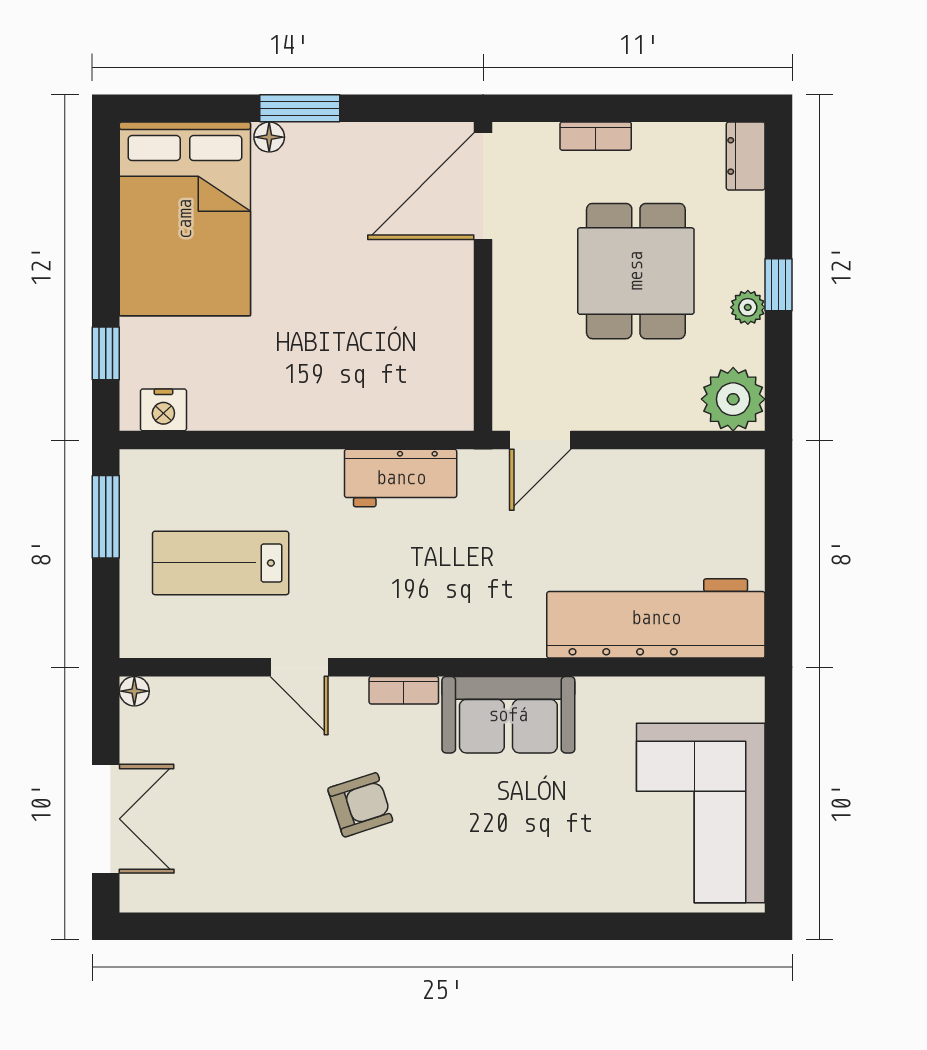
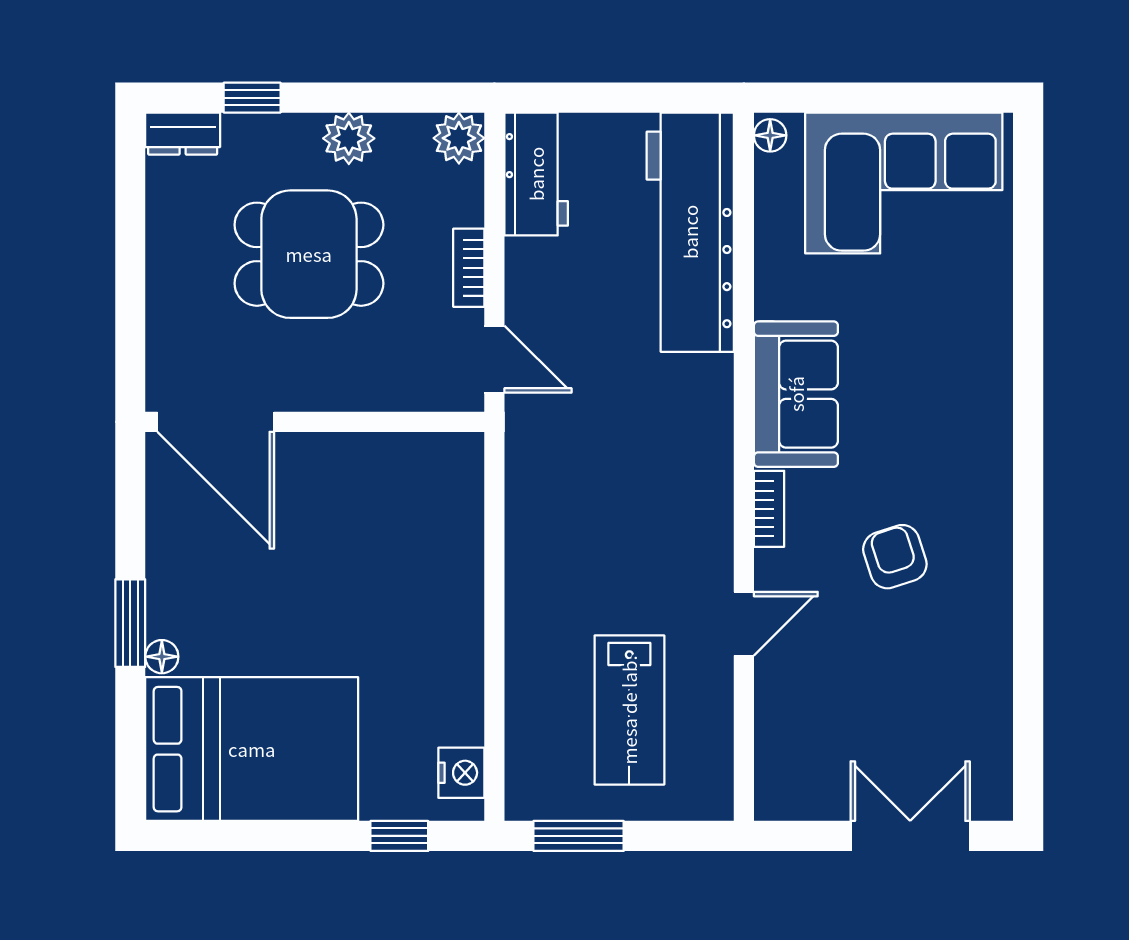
bookcase: (596, 136) -> (469, 268), moved, turned 180
window: (778, 285) -> (252, 98), moved
plant: (748, 307) -> (349, 138), width x1.38, depth x1.38
plant: (733, 399) -> (459, 138), width x0.73, depth x0.73
workbench: (401, 478) -> (536, 174), moved
floor lamp: (134, 691) -> (770, 135), moved

